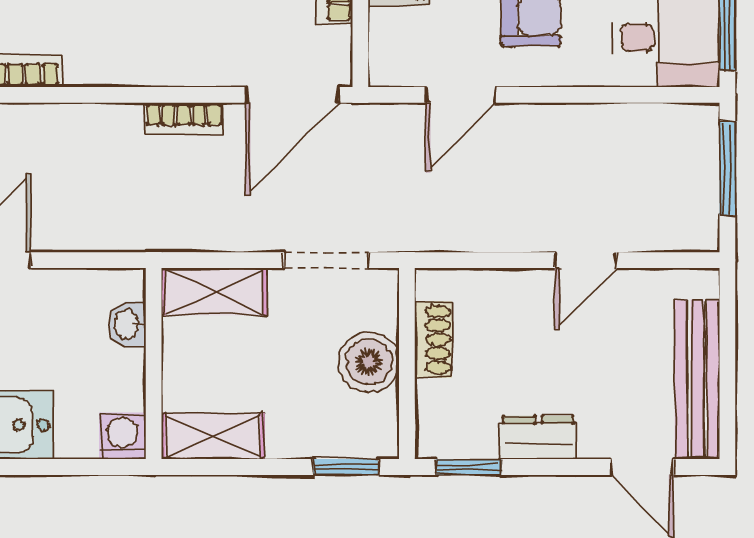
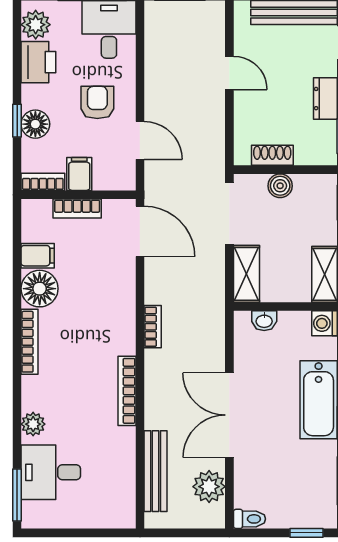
bookcase: (184, 118) -> (153, 327), moved
doorway: (326, 260) -> (229, 213), width x1.38
boiler: (369, 362) -> (280, 186), width x0.73, depth x0.73

